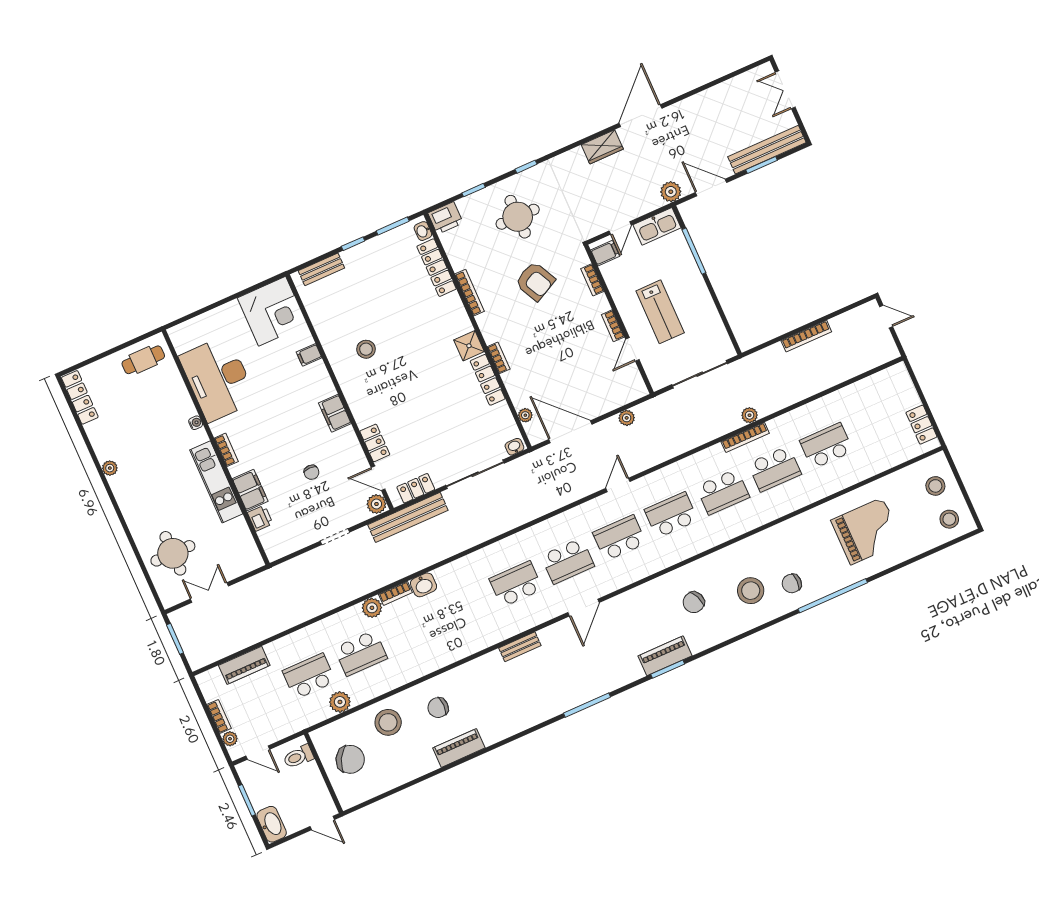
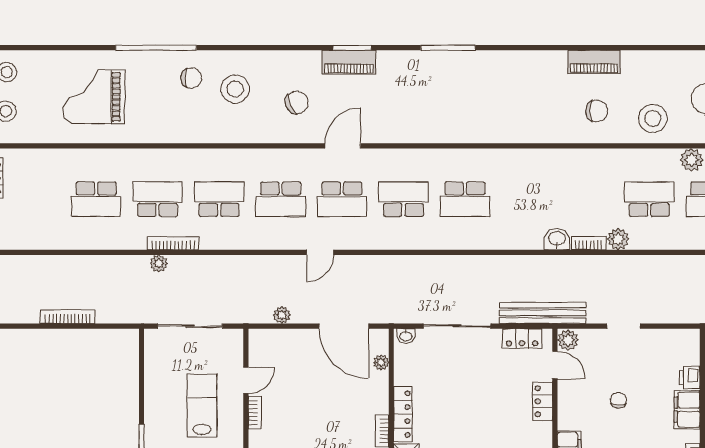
door: (584, 608) -> (343, 146), moved
bench: (520, 647) -> (489, 135), removed

